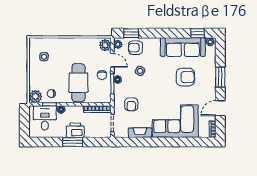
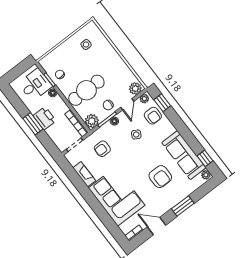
armchair: (136, 48) -> (153, 116), turned 180
plant: (35, 96) -> (92, 121), moved

